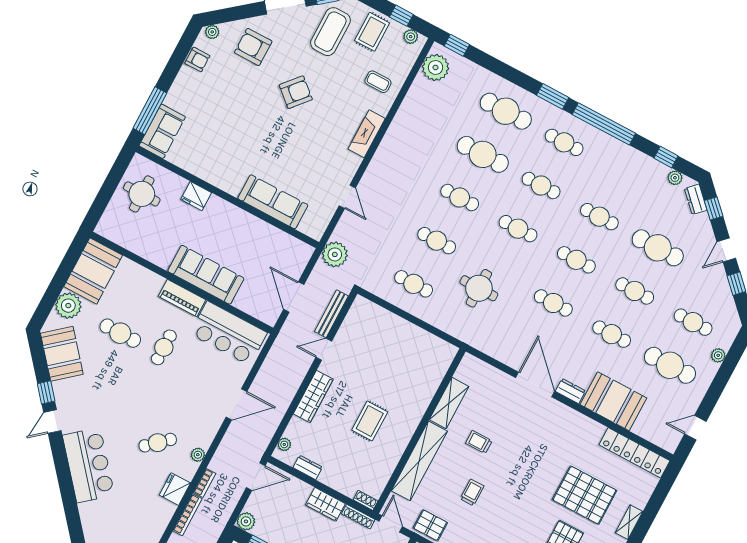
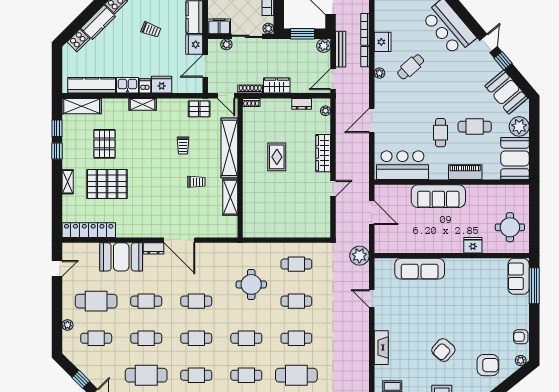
piano: (182, 298) -> (465, 172), moved
bench: (331, 314) -> (341, 49), moved

